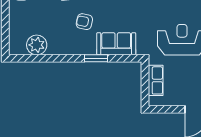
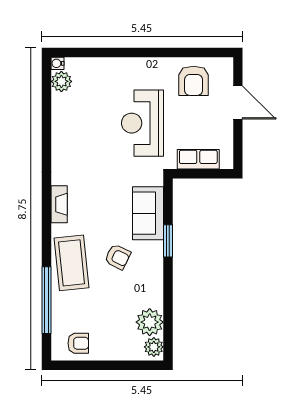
armchair: (84, 22) -> (118, 257), turned -75
plant: (19, 48) -> (154, 347), added

